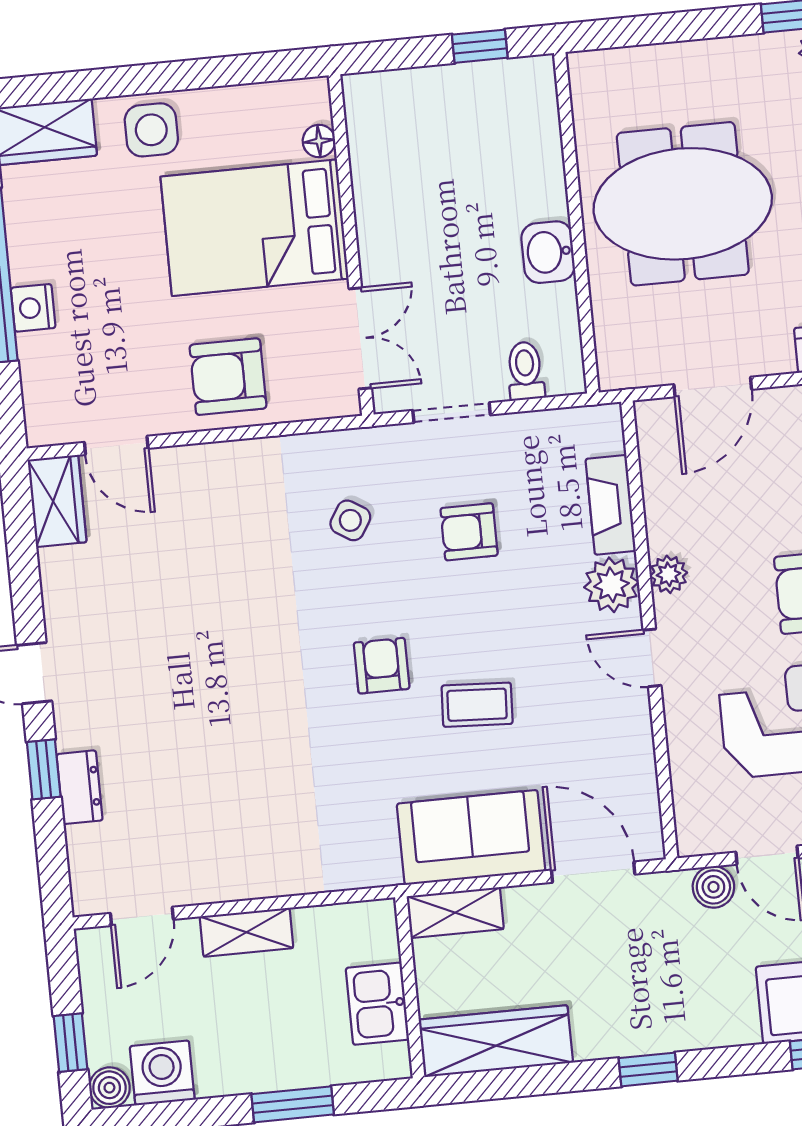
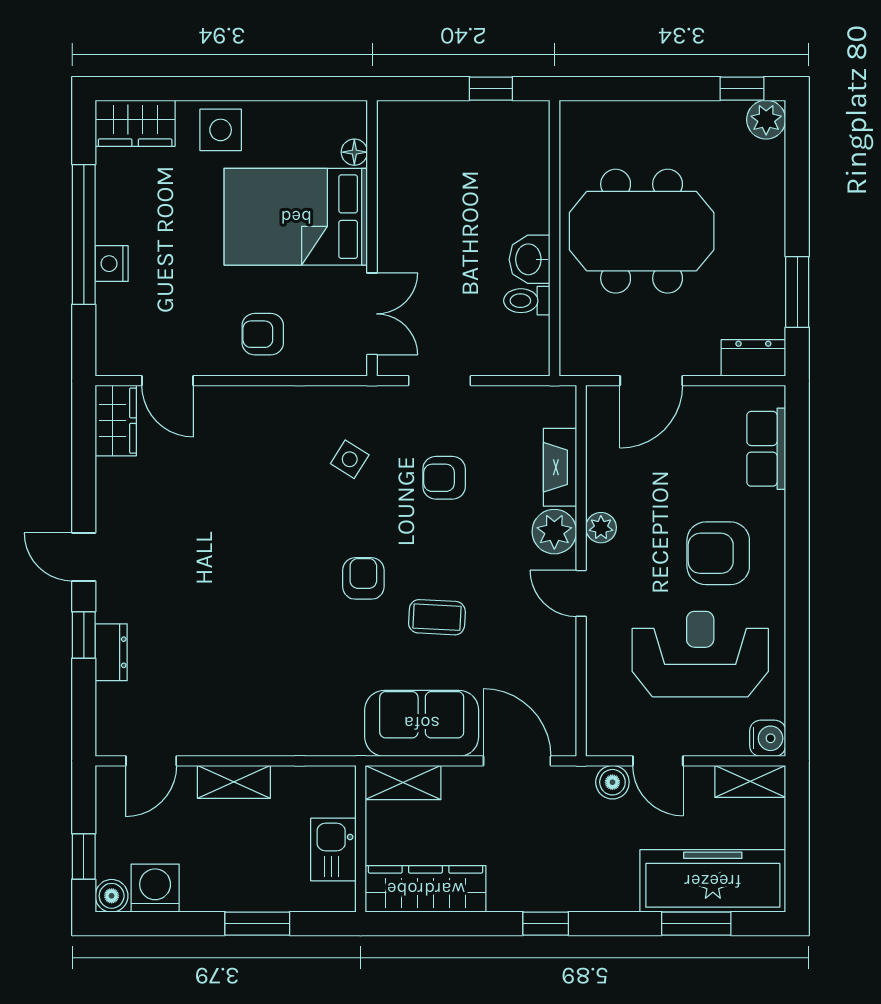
toilet: (525, 371) -> (527, 301), moved, turned -90
armchair: (228, 377) -> (263, 334), width x0.72, depth x0.72

